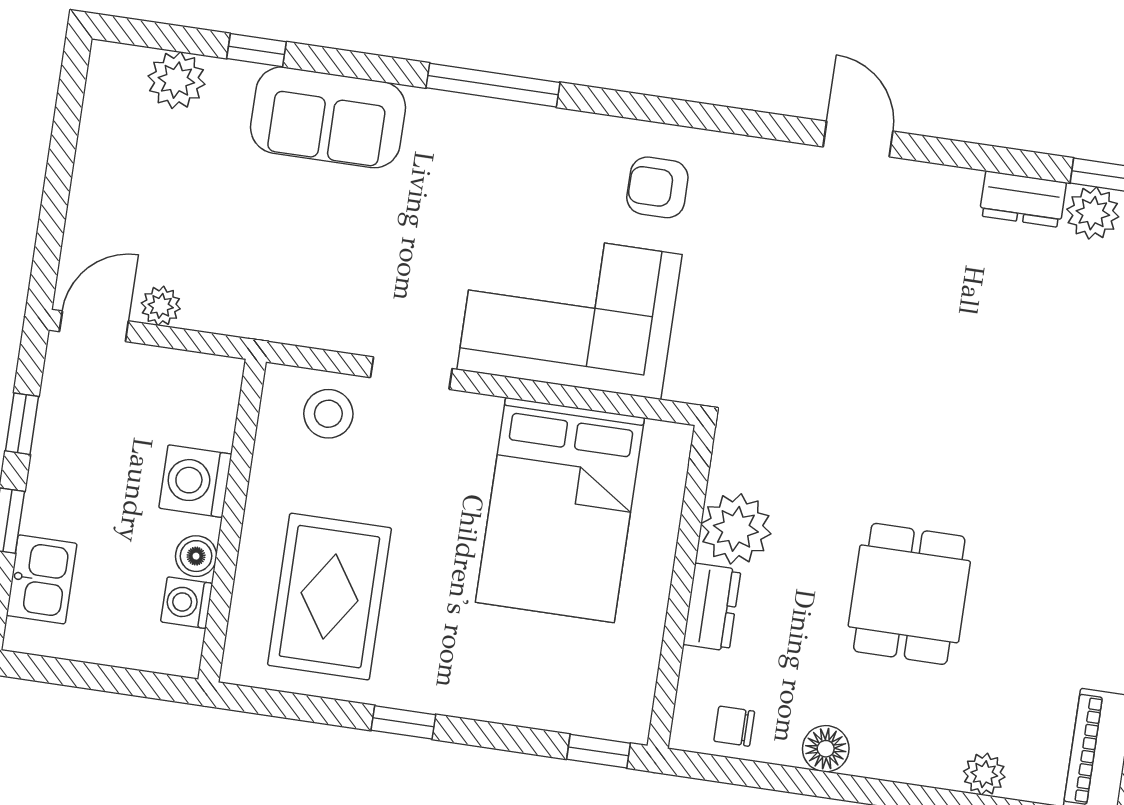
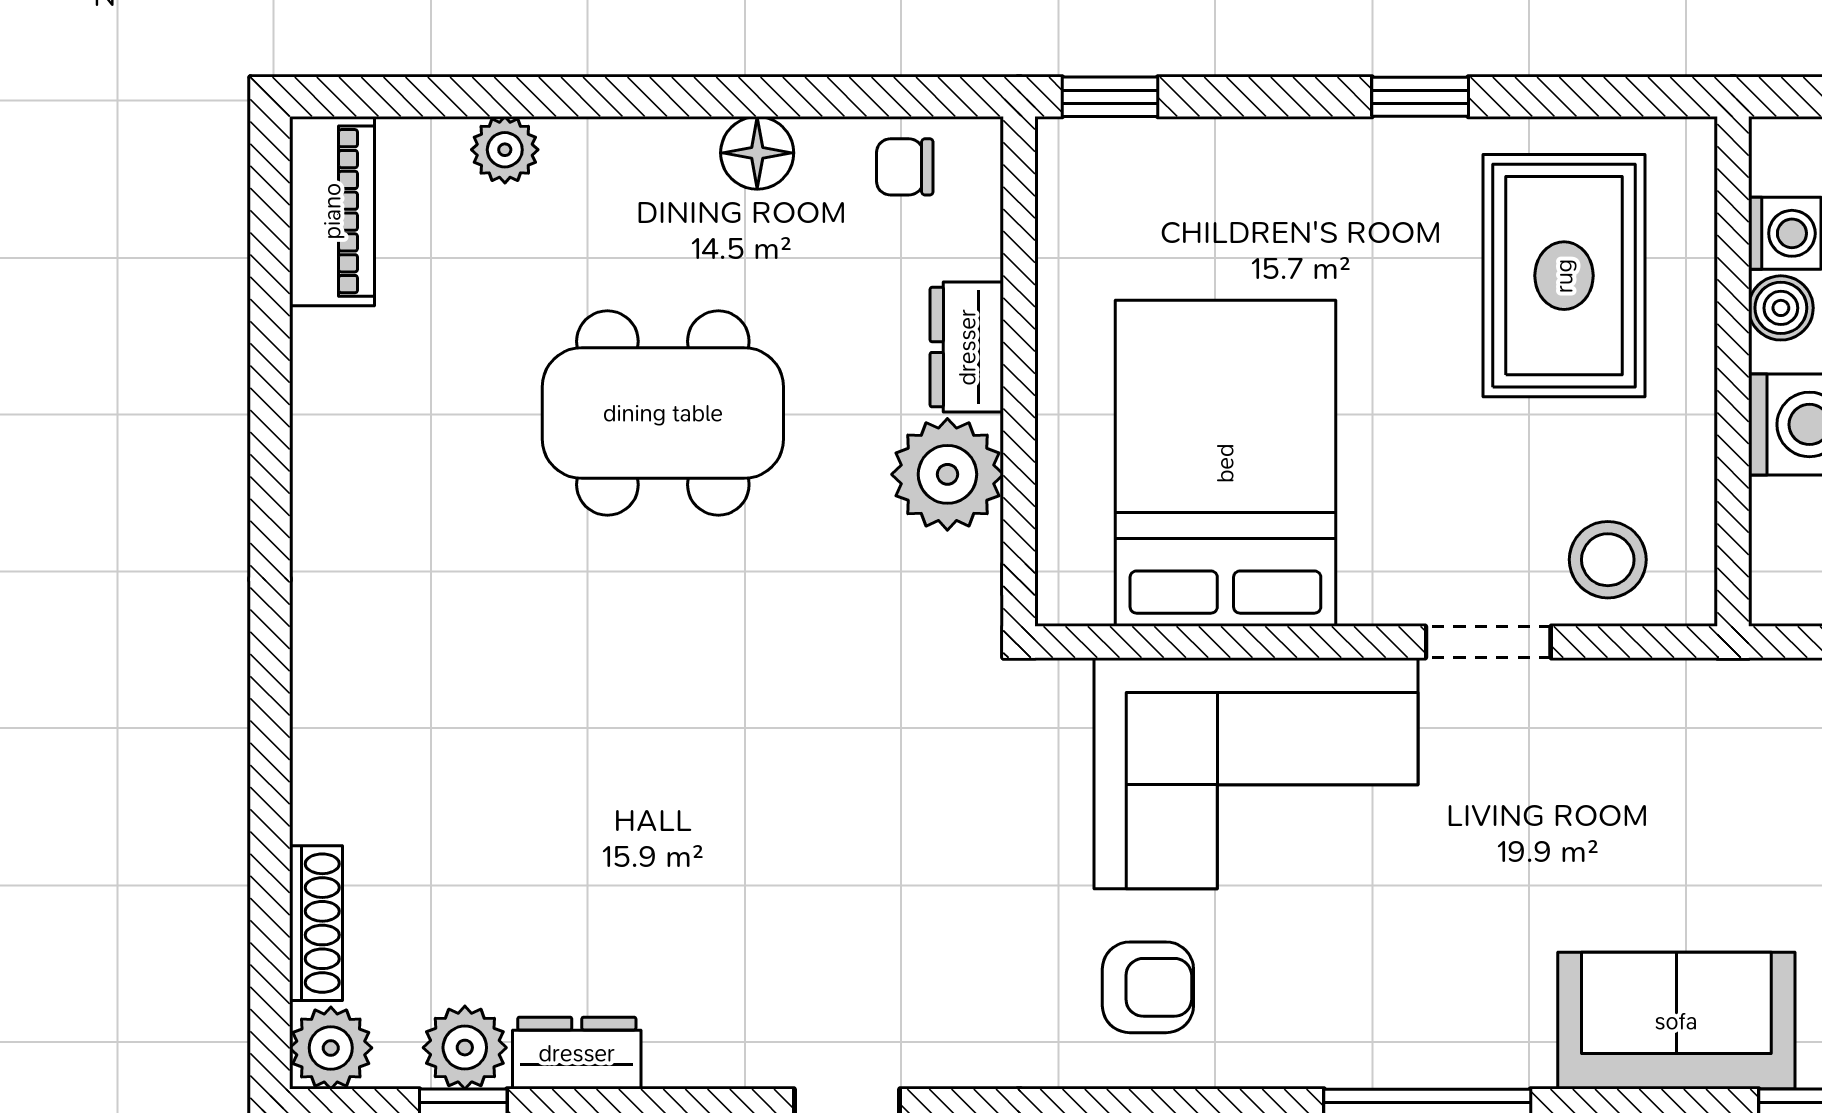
dining table: (909, 594) -> (663, 413), width x1.38
chair: (734, 726) -> (905, 167), turned 180

